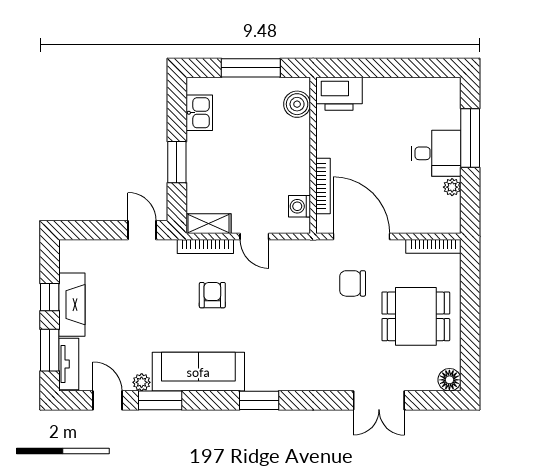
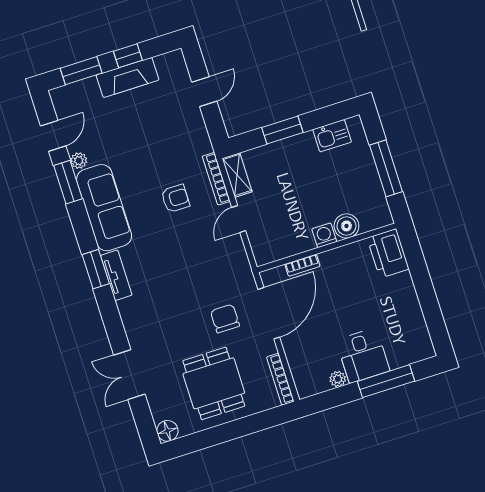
boiler: (297, 104) -> (346, 226), moved
bookcase: (323, 186) -> (302, 265), width x0.64
washing machine: (299, 206) -> (324, 235), moved
door: (142, 230) -> (204, 92), moved
tv unit: (69, 364) -> (116, 275), moved, turned -90

